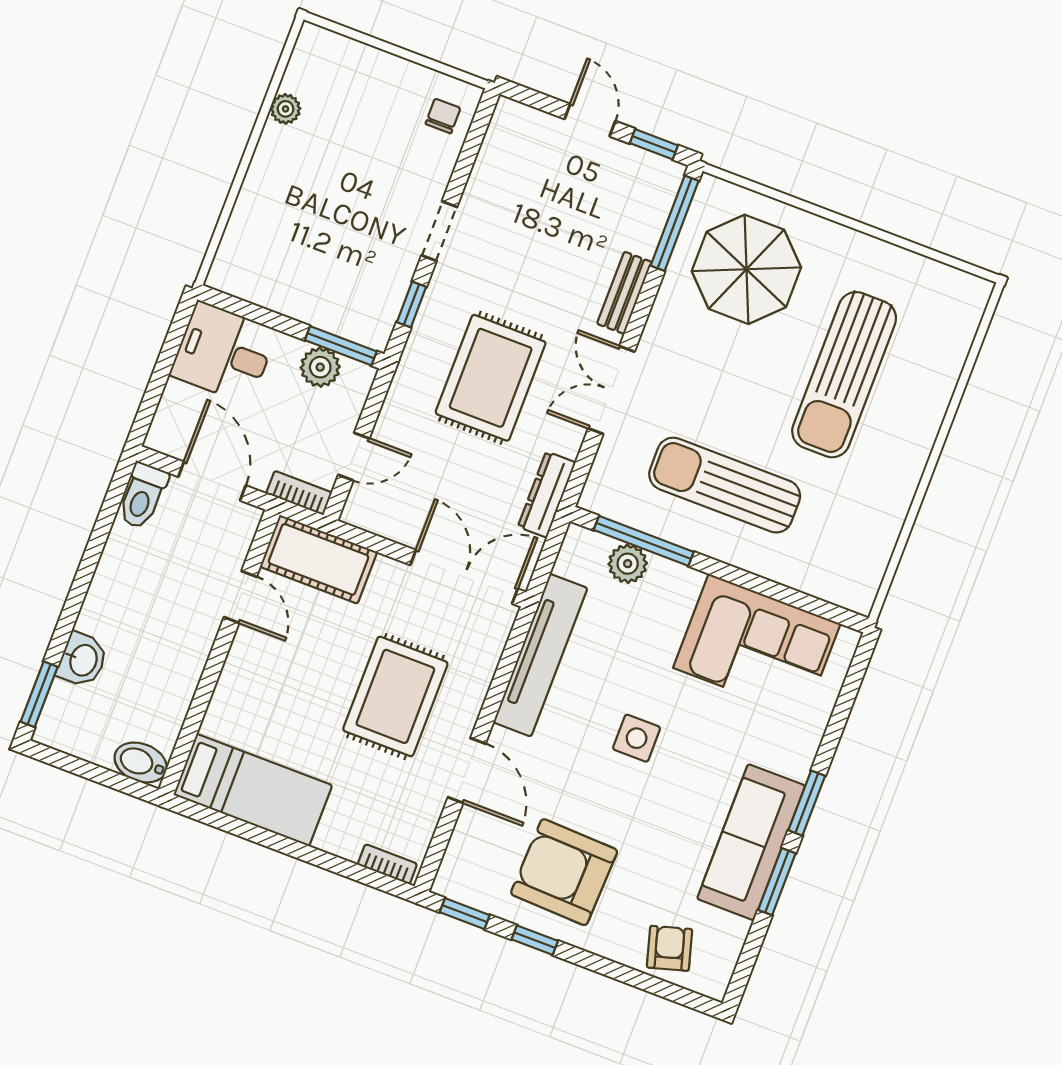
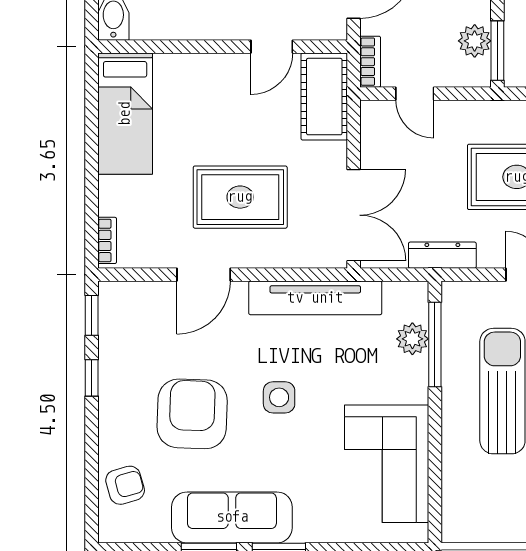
armchair: (564, 872) -> (192, 414), moved

